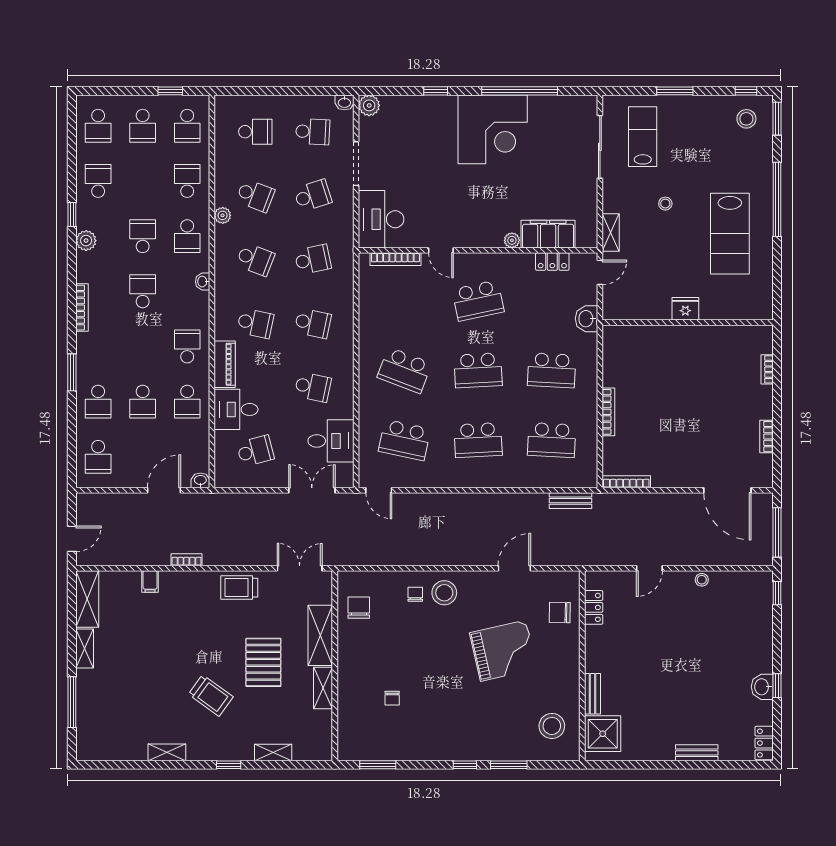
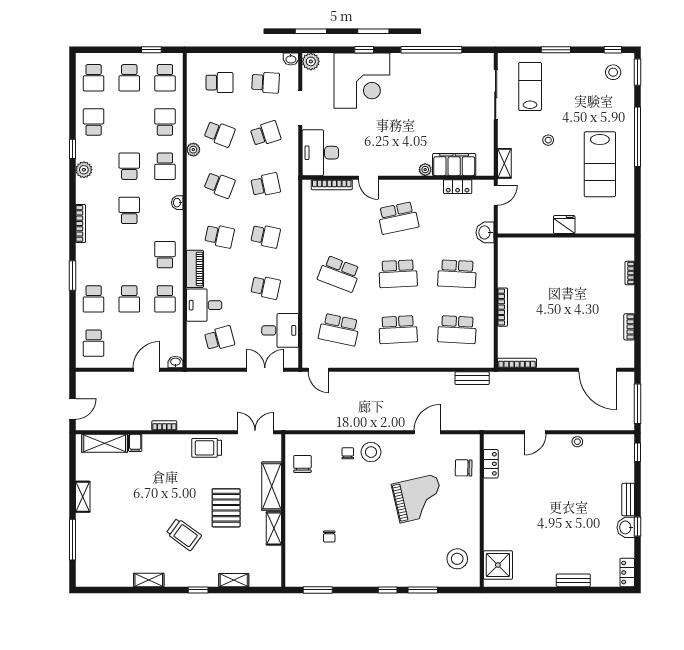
corner desk: (493, 129) -> (362, 81), moved
shelving: (87, 599) -> (105, 443), moved, turned 90
bench: (592, 694) -> (628, 500), moved

